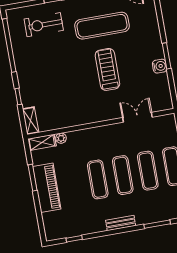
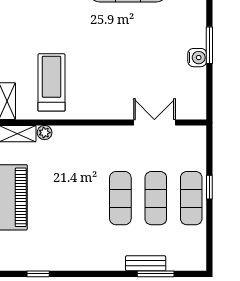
treadmill: (107, 69) -> (51, 82), moved
exercise mat: (98, 179) -> (85, 198), removed
bench: (121, 223) -> (146, 263), moved

